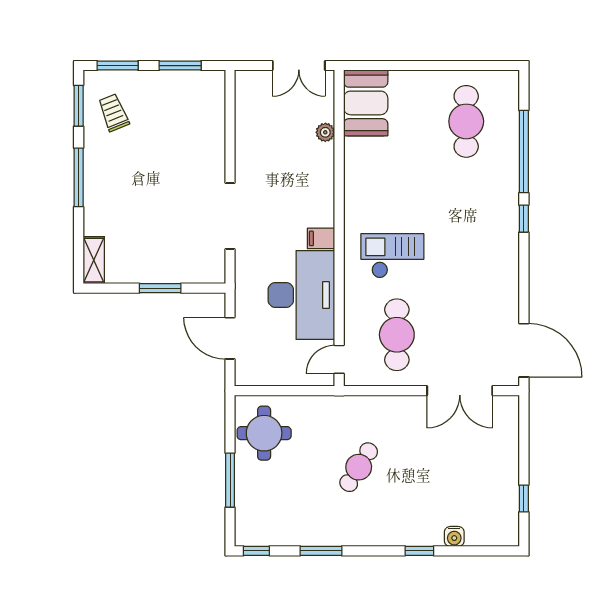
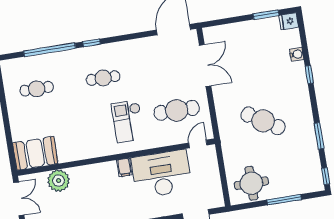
cafe table: (466, 121) -> (37, 89), width x0.73, depth x0.74
plant: (325, 132) -> (59, 181), width x1.87, depth x1.87
cafe table: (466, 228) -> (103, 78), added
door: (339, 359) -> (198, 144), swing flipped
cafe table: (359, 467) -> (263, 121), width x1.37, depth x1.35
window: (524, 498) -> (266, 15), width x1.50
fridge: (508, 533) -> (289, 21), added

